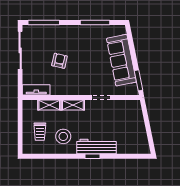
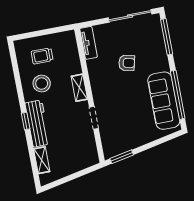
window: (95, 23) -> (178, 95), width x1.46
sofa: (121, 60) -> (164, 101), moved, turned -79
shelving: (49, 105) -> (42, 160), moved

